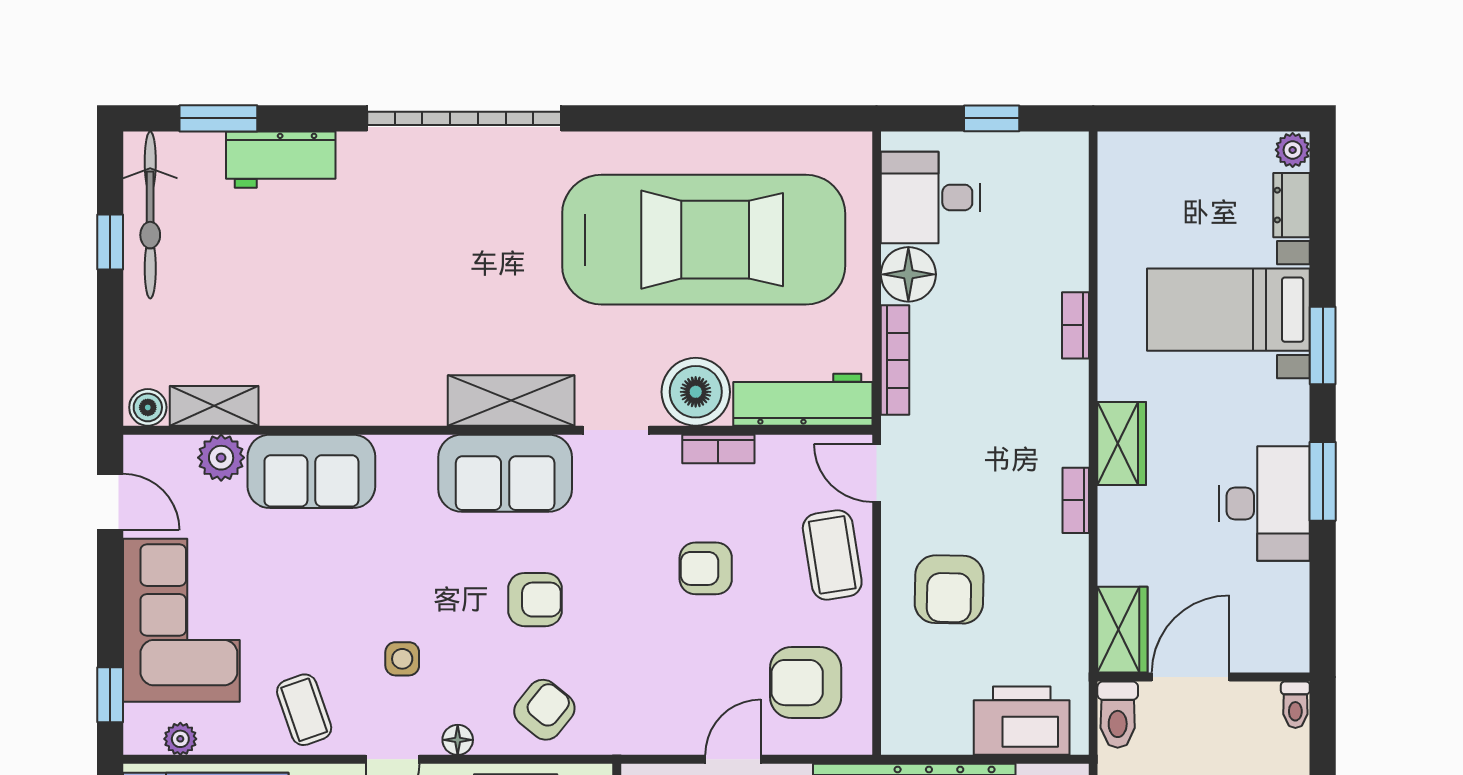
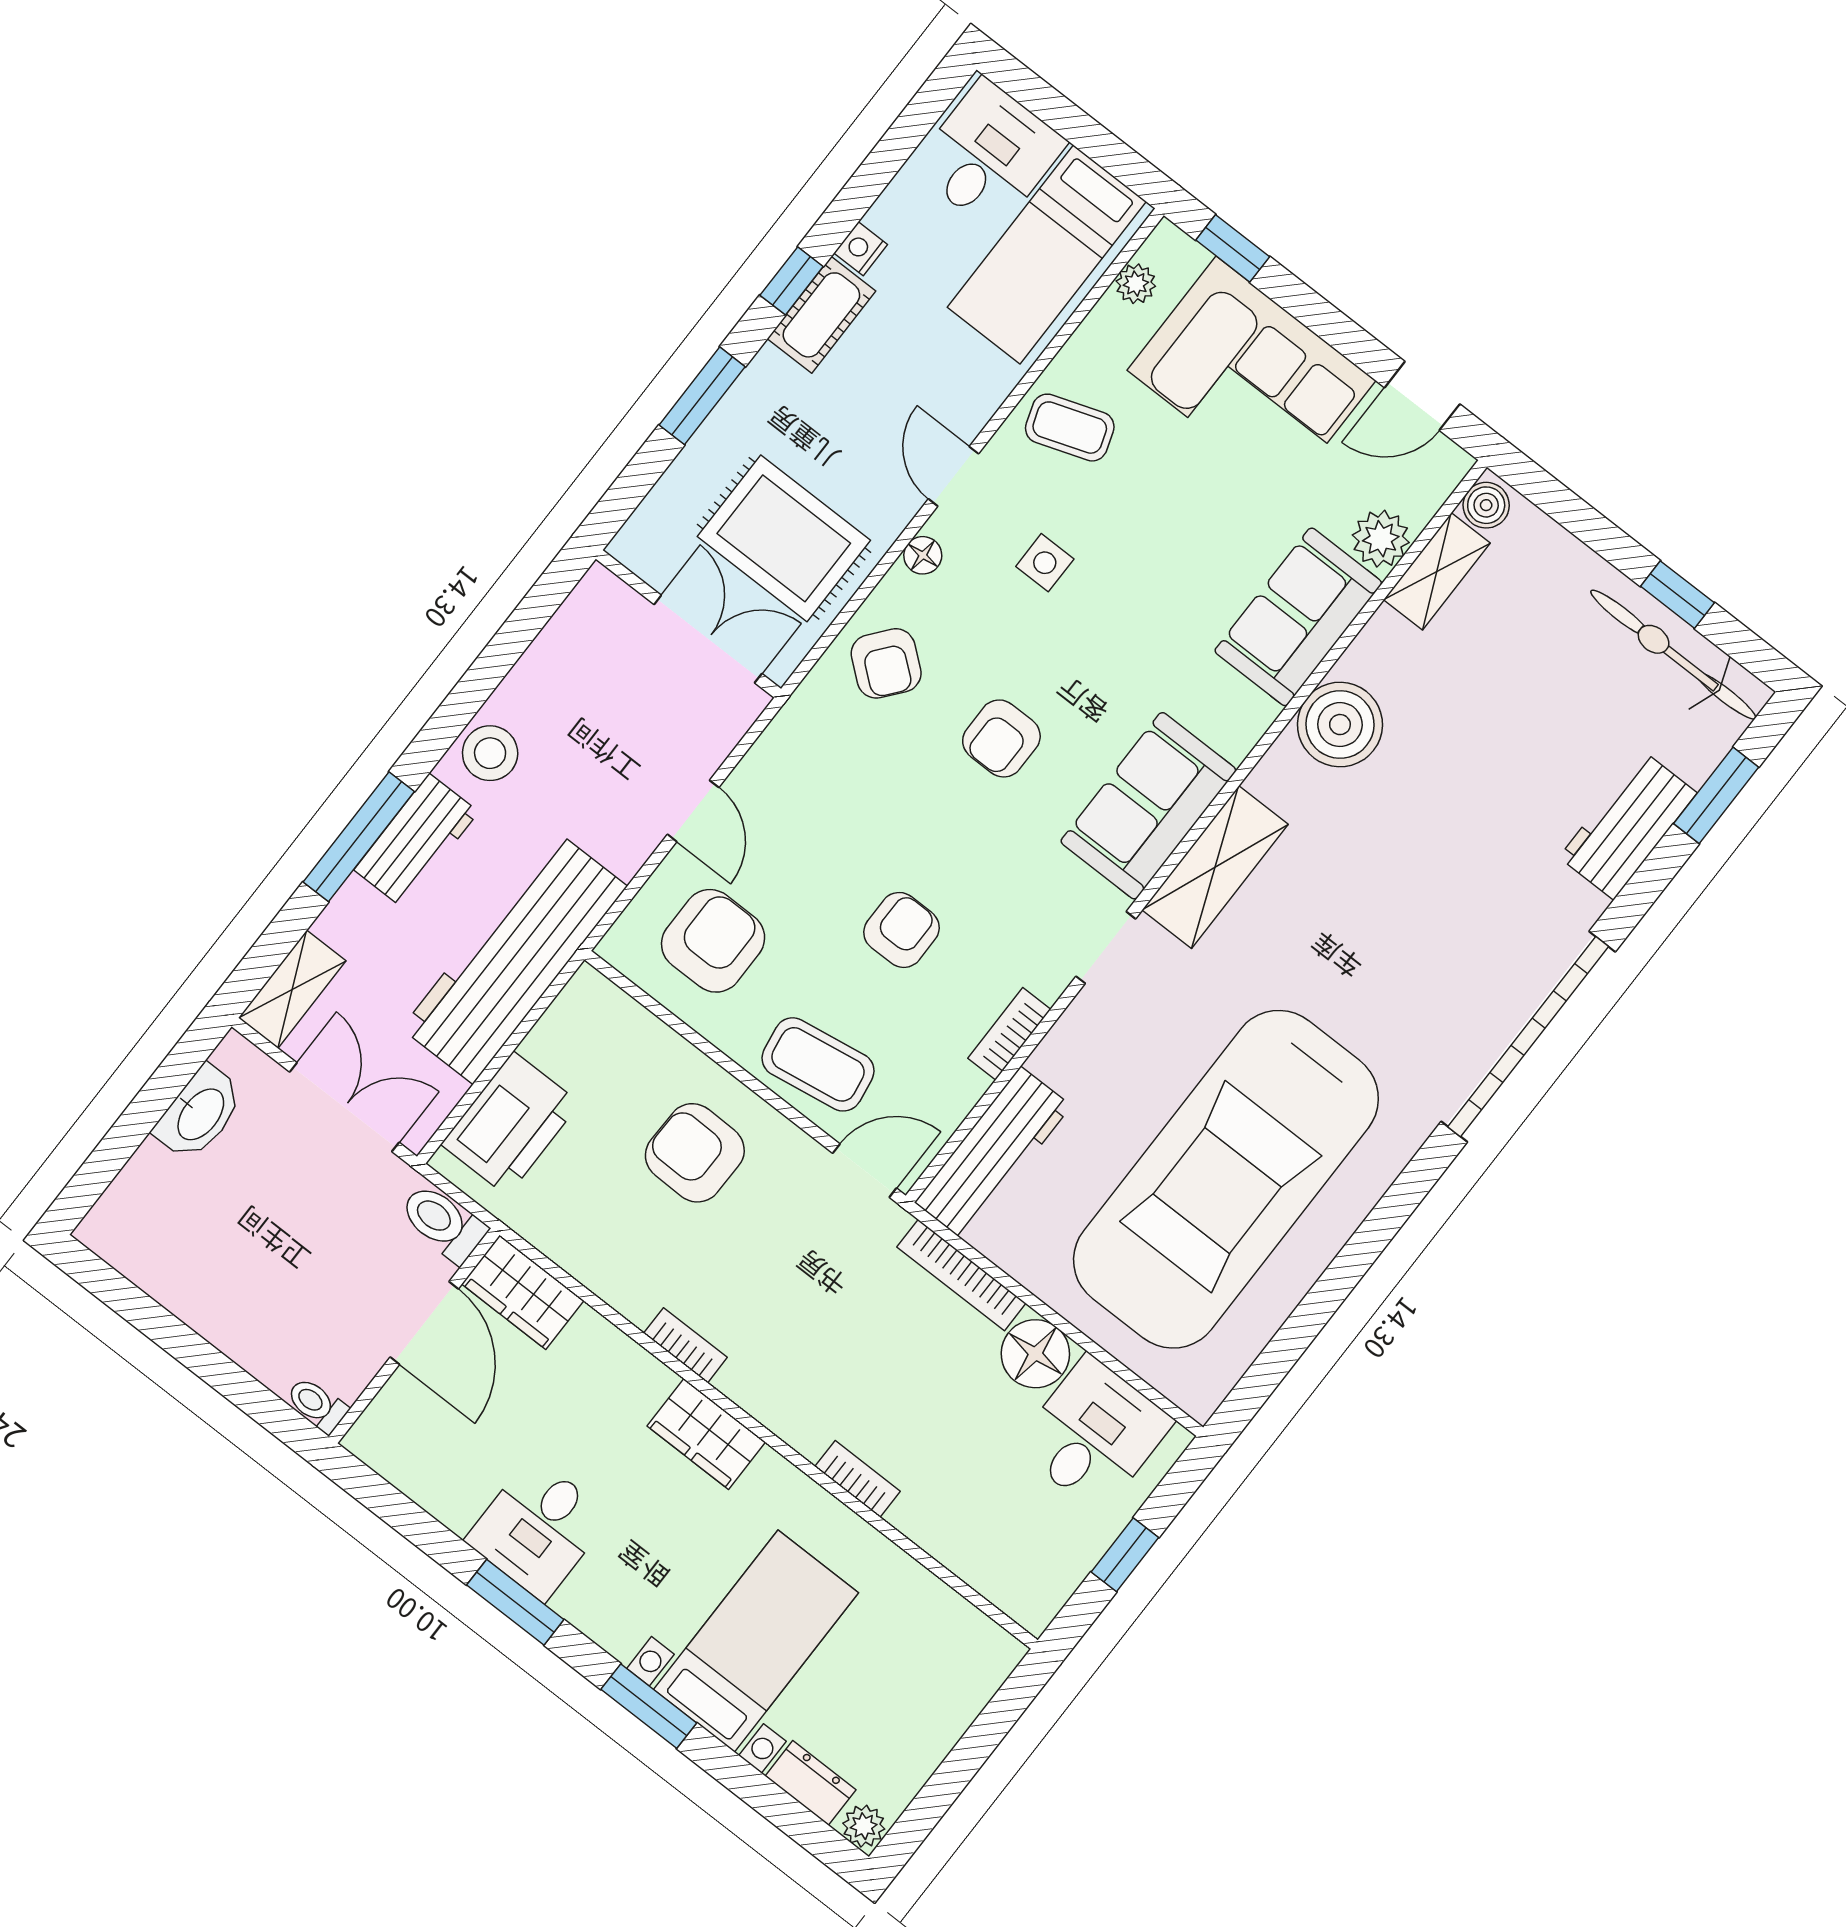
boiler: (696, 392) -> (1340, 725), moved
desk: (1265, 504) -> (538, 1528), width x0.73

